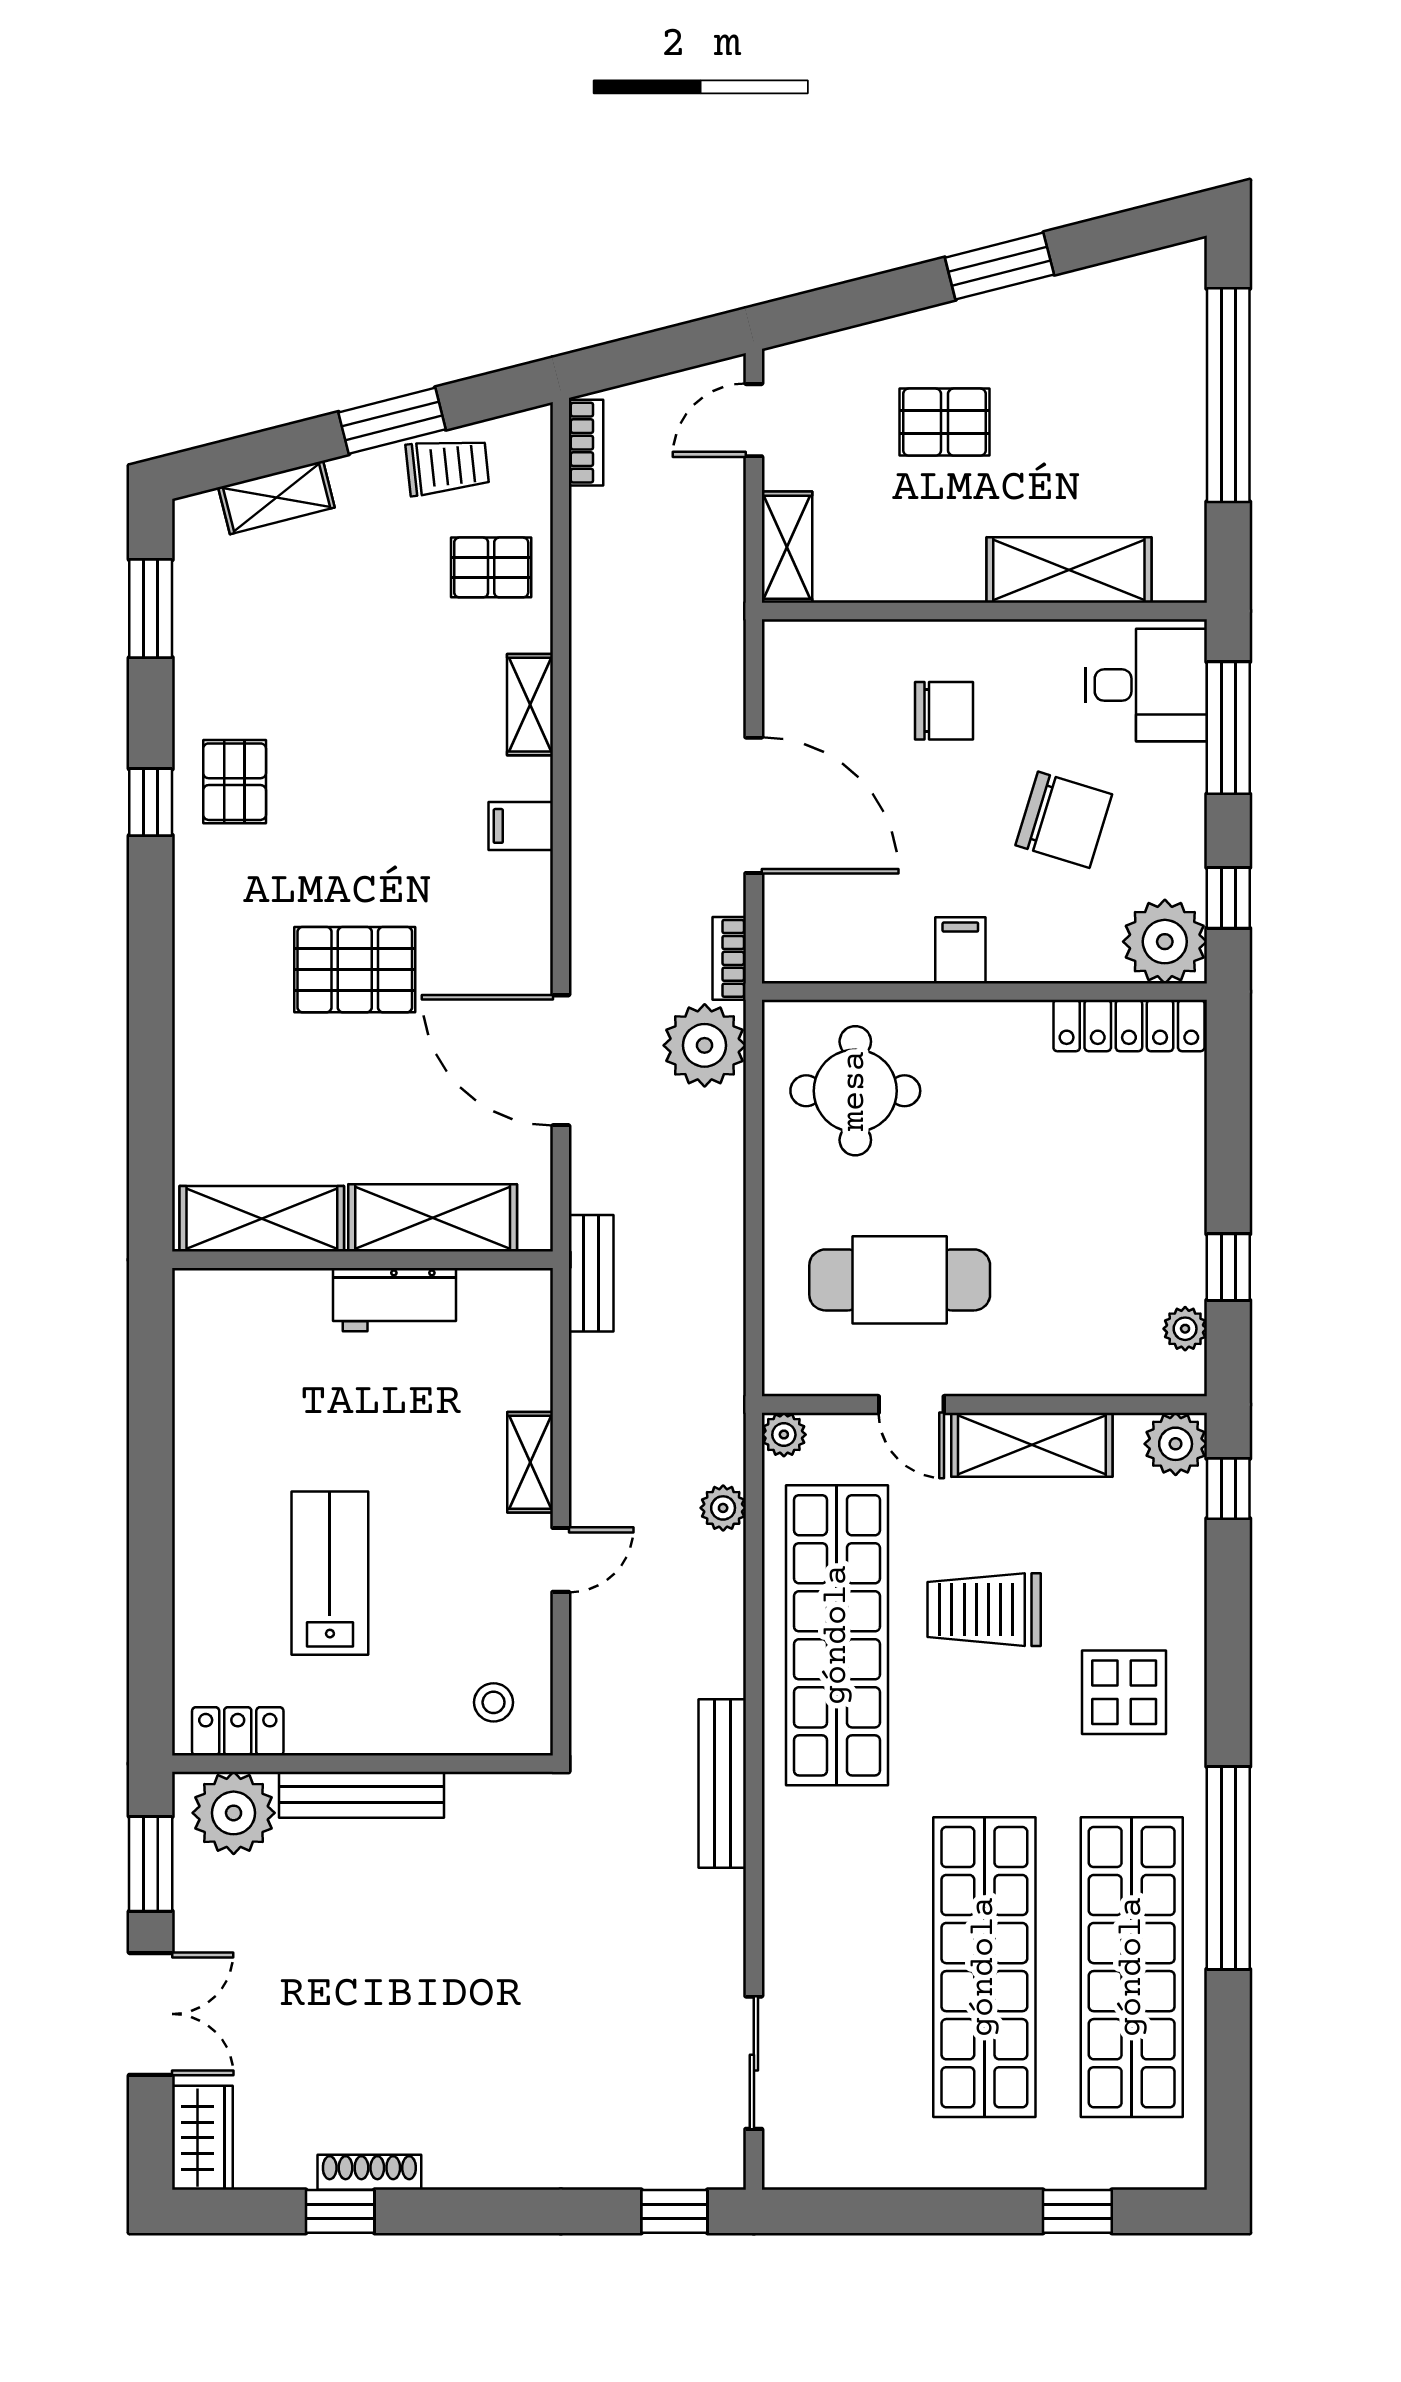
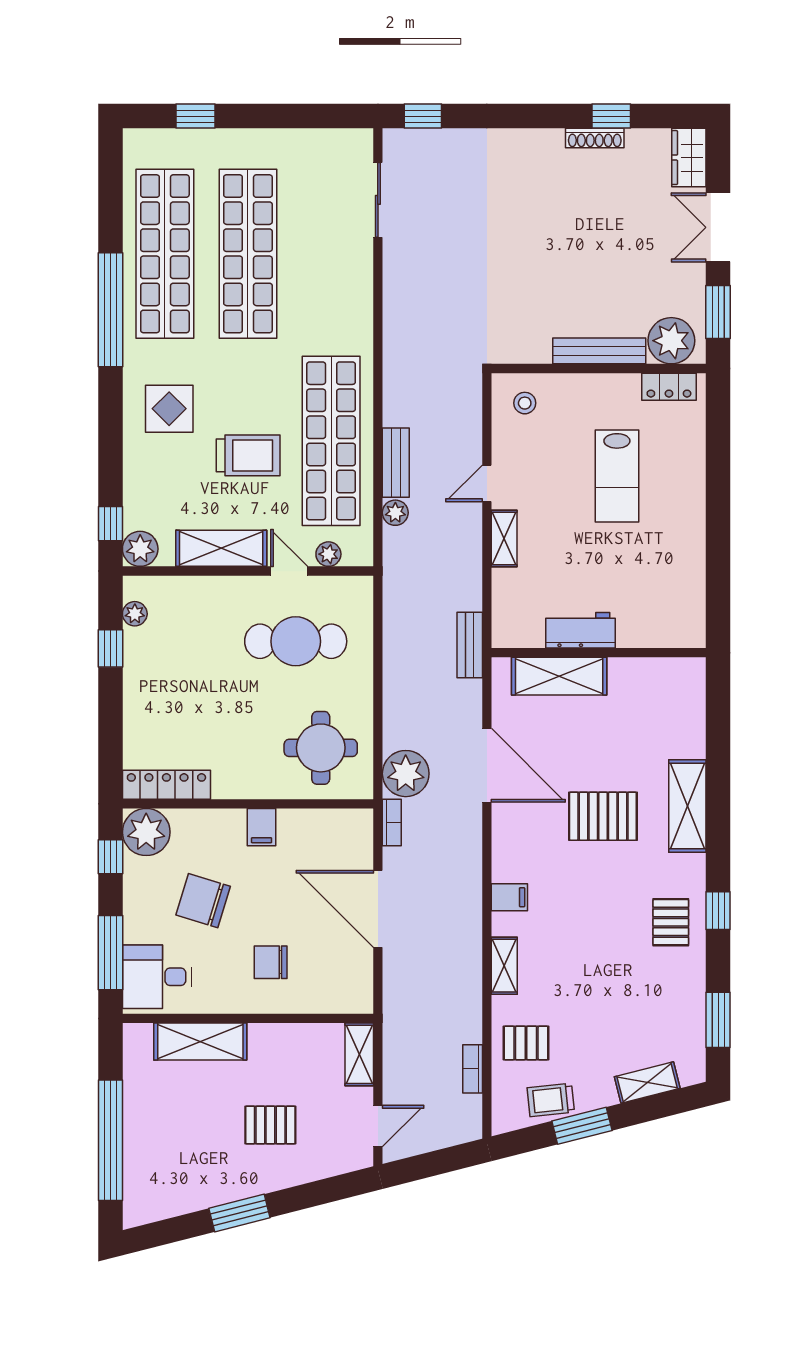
bookcase: (586, 443) -> (473, 1069), moved
shelving: (262, 1219) -> (687, 806), moved, turned 90
plant: (784, 1435) -> (328, 554), moved
bench: (722, 1784) -> (396, 463), moved, width x0.73

